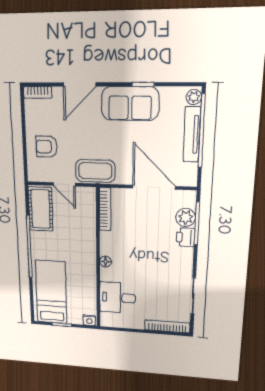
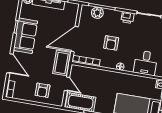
door: (64, 184) -> (67, 84), hinge flipped
door: (154, 187) -> (75, 39), moved
printer: (185, 237) -> (127, 17), moved
armchair: (140, 244) -> (111, 43), added

